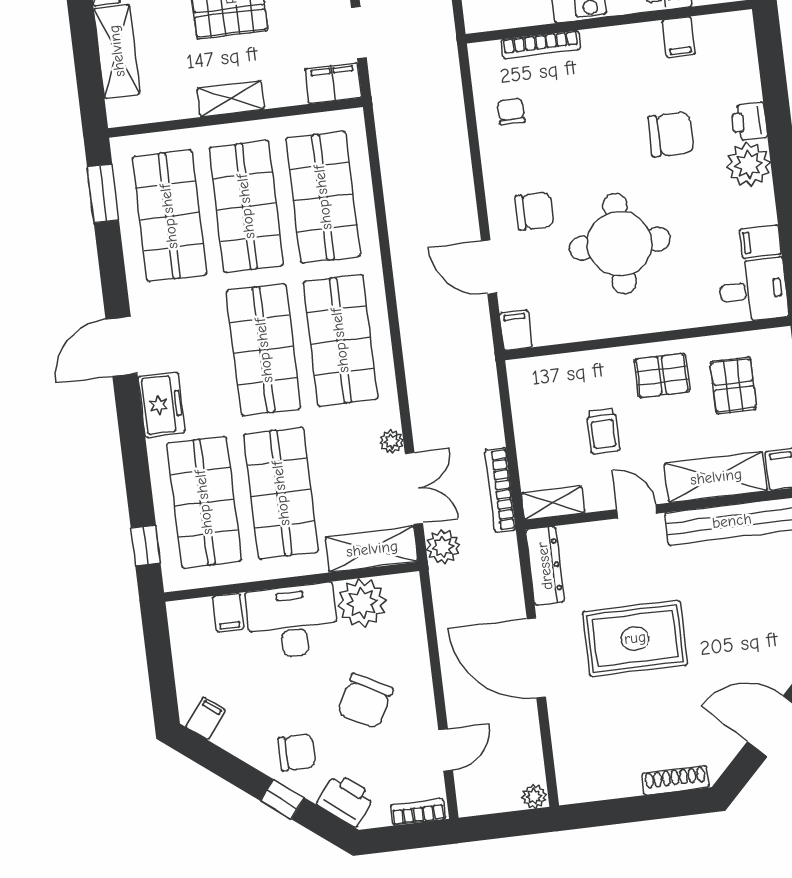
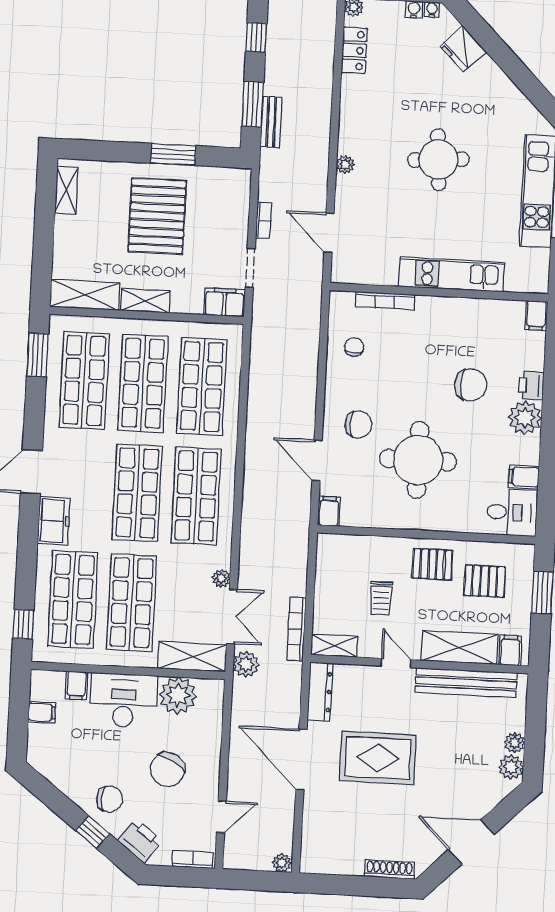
filing cabinet: (679, 37) -> (536, 316), moved
shelving: (117, 51) -> (85, 295), moved, turned 90
pallet: (733, 385) -> (485, 581), turned 90
filing cabinet: (206, 718) -> (42, 712), moved, turned 52

